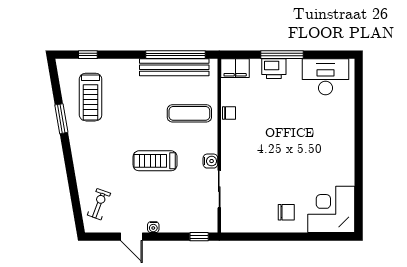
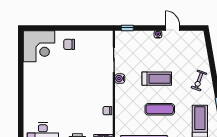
exercise mat: (189, 113) -> (160, 109), moved
exercise bike: (99, 204) -> (199, 80), moved

